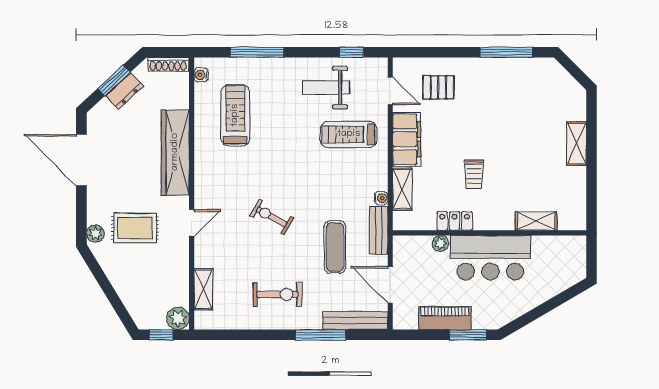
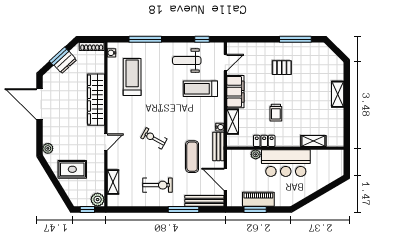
pallet: (438, 87) -> (282, 68), moved
door: (390, 91) -> (225, 63), hinge flipped
rug: (135, 228) -> (72, 169), moved
window: (468, 335) -> (255, 209), moved

